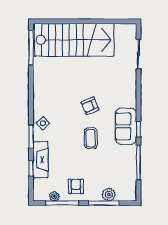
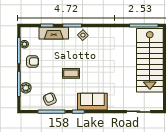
armchair: (90, 106) -> (50, 99), moved
sofa: (126, 126) -> (92, 102), moved

